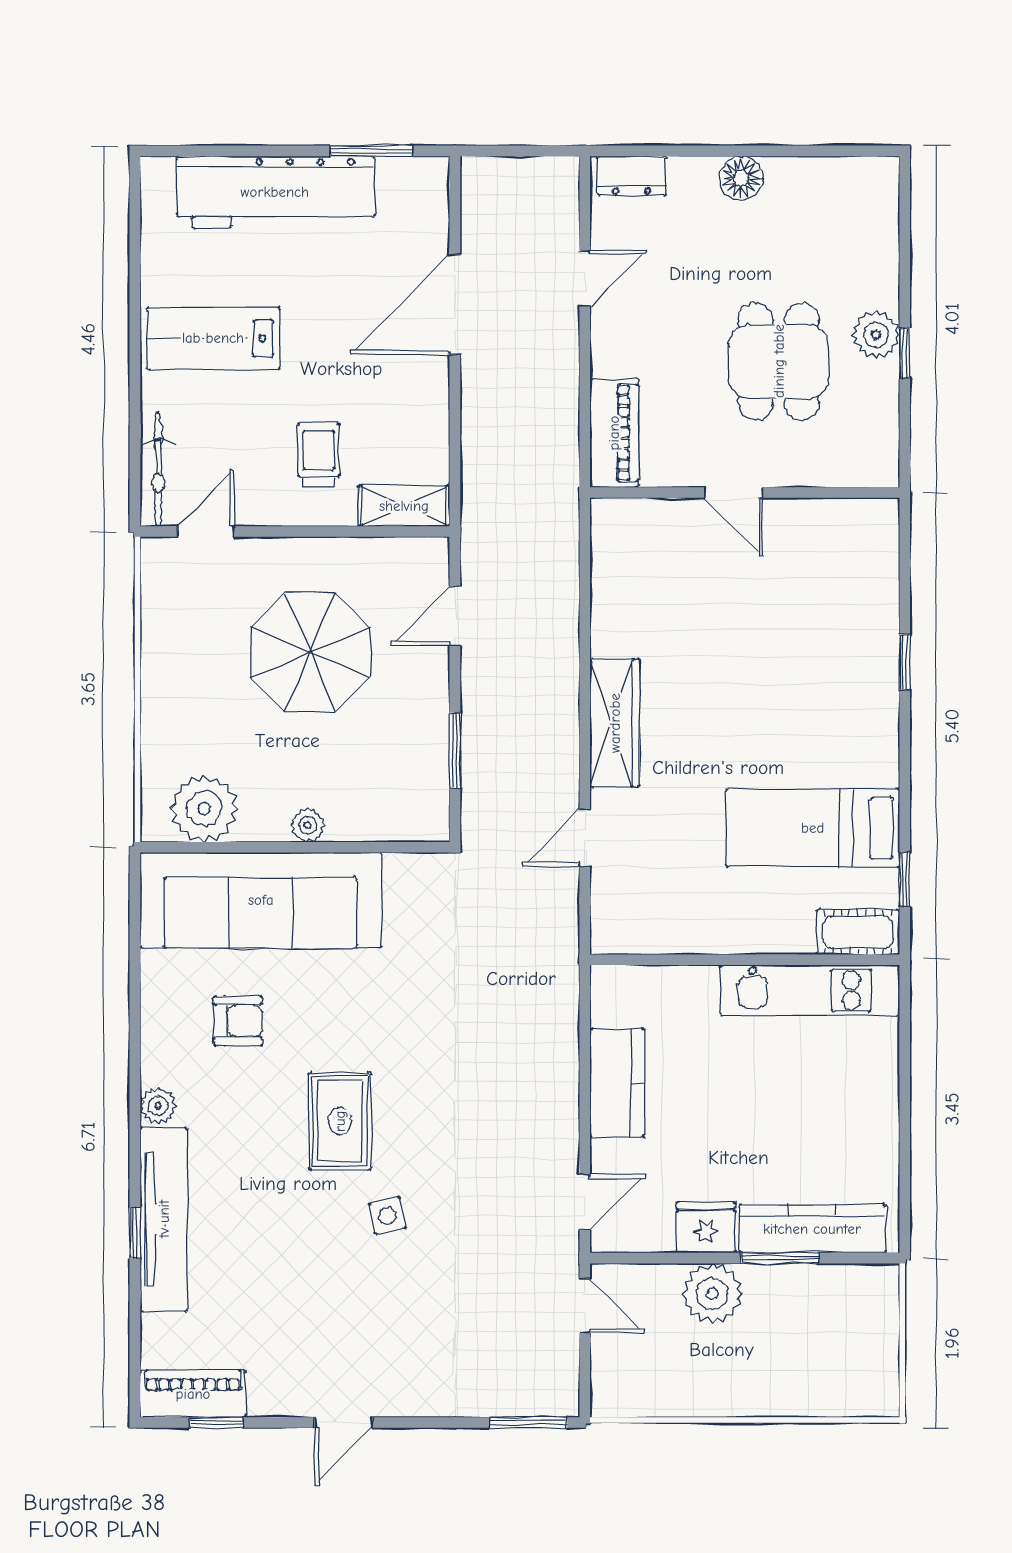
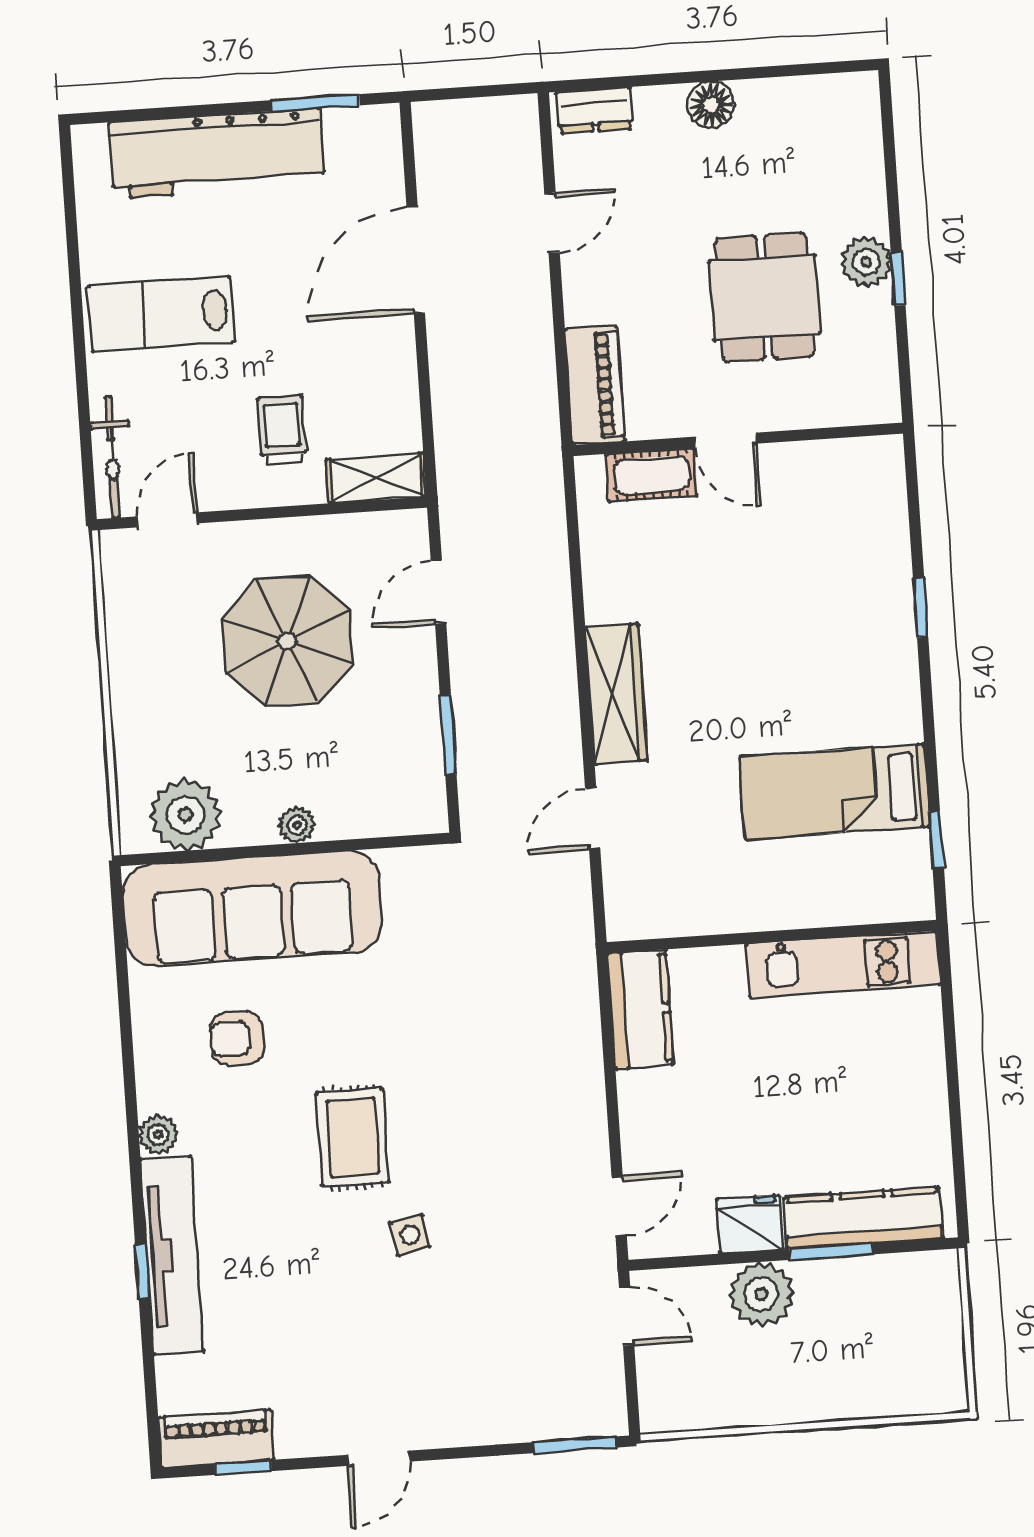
cot: (858, 932) -> (652, 475), moved
armchair: (238, 1021) -> (237, 1038), turned 180
kitchen counter: (617, 1083) -> (640, 1009), moved

